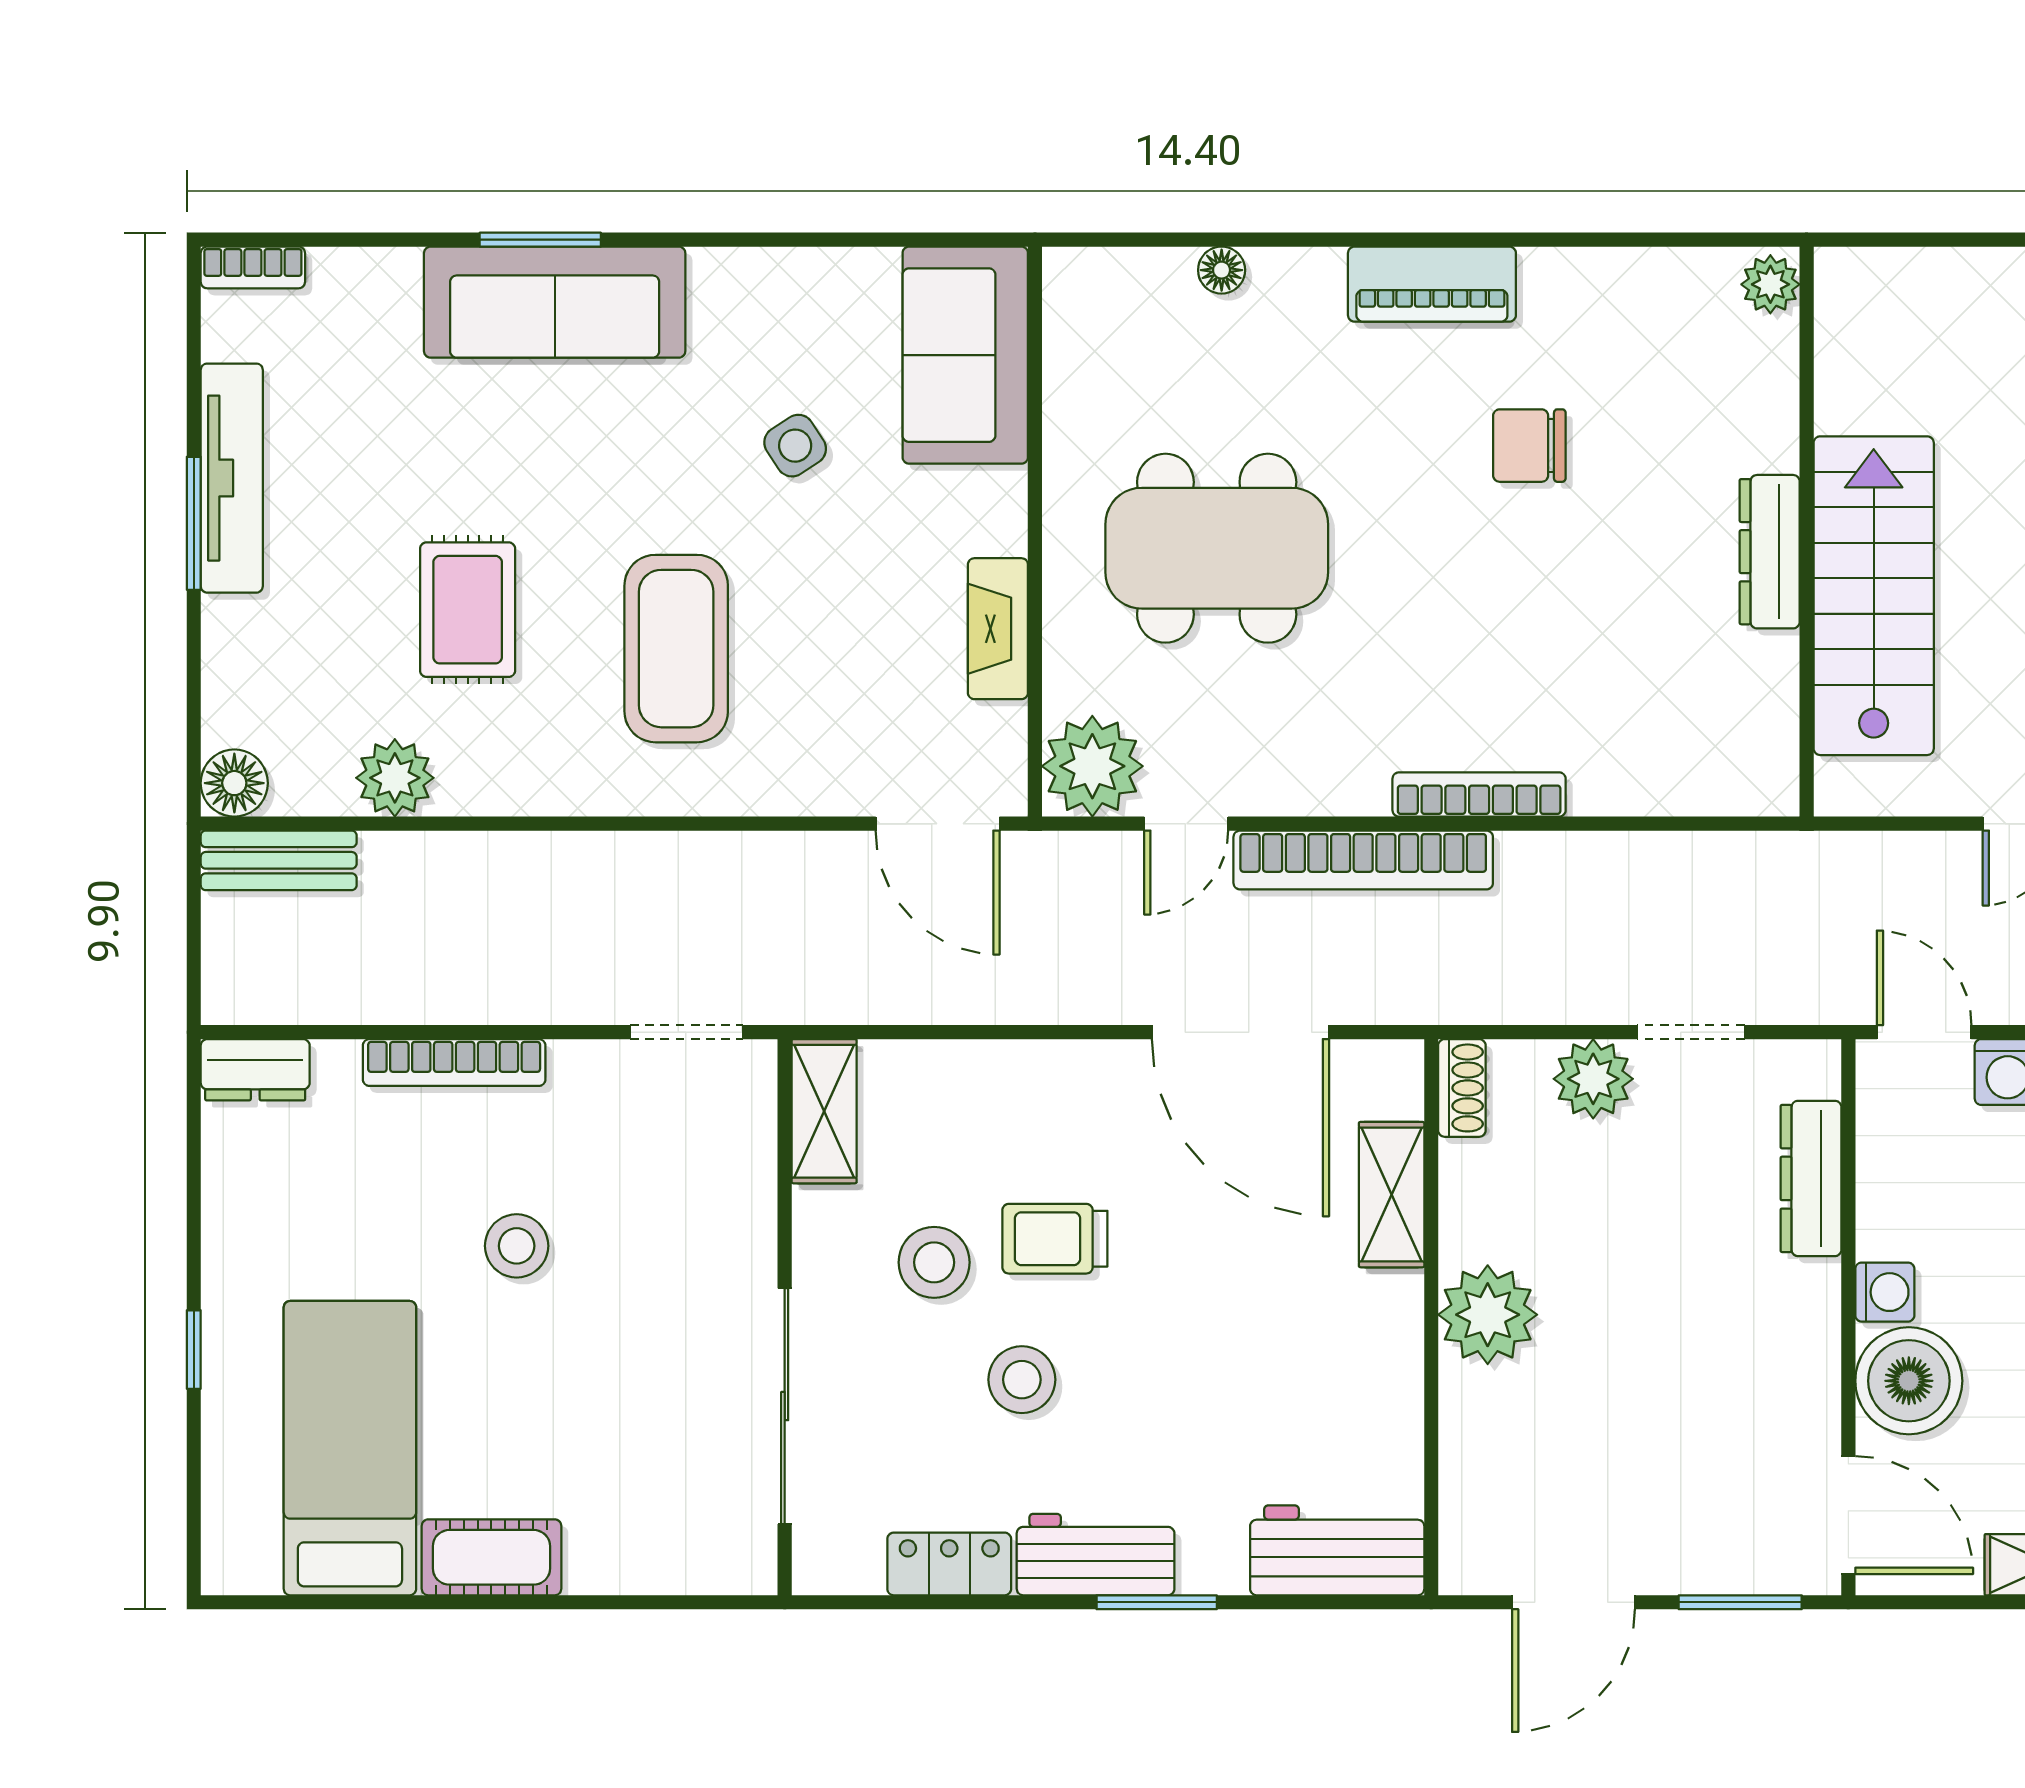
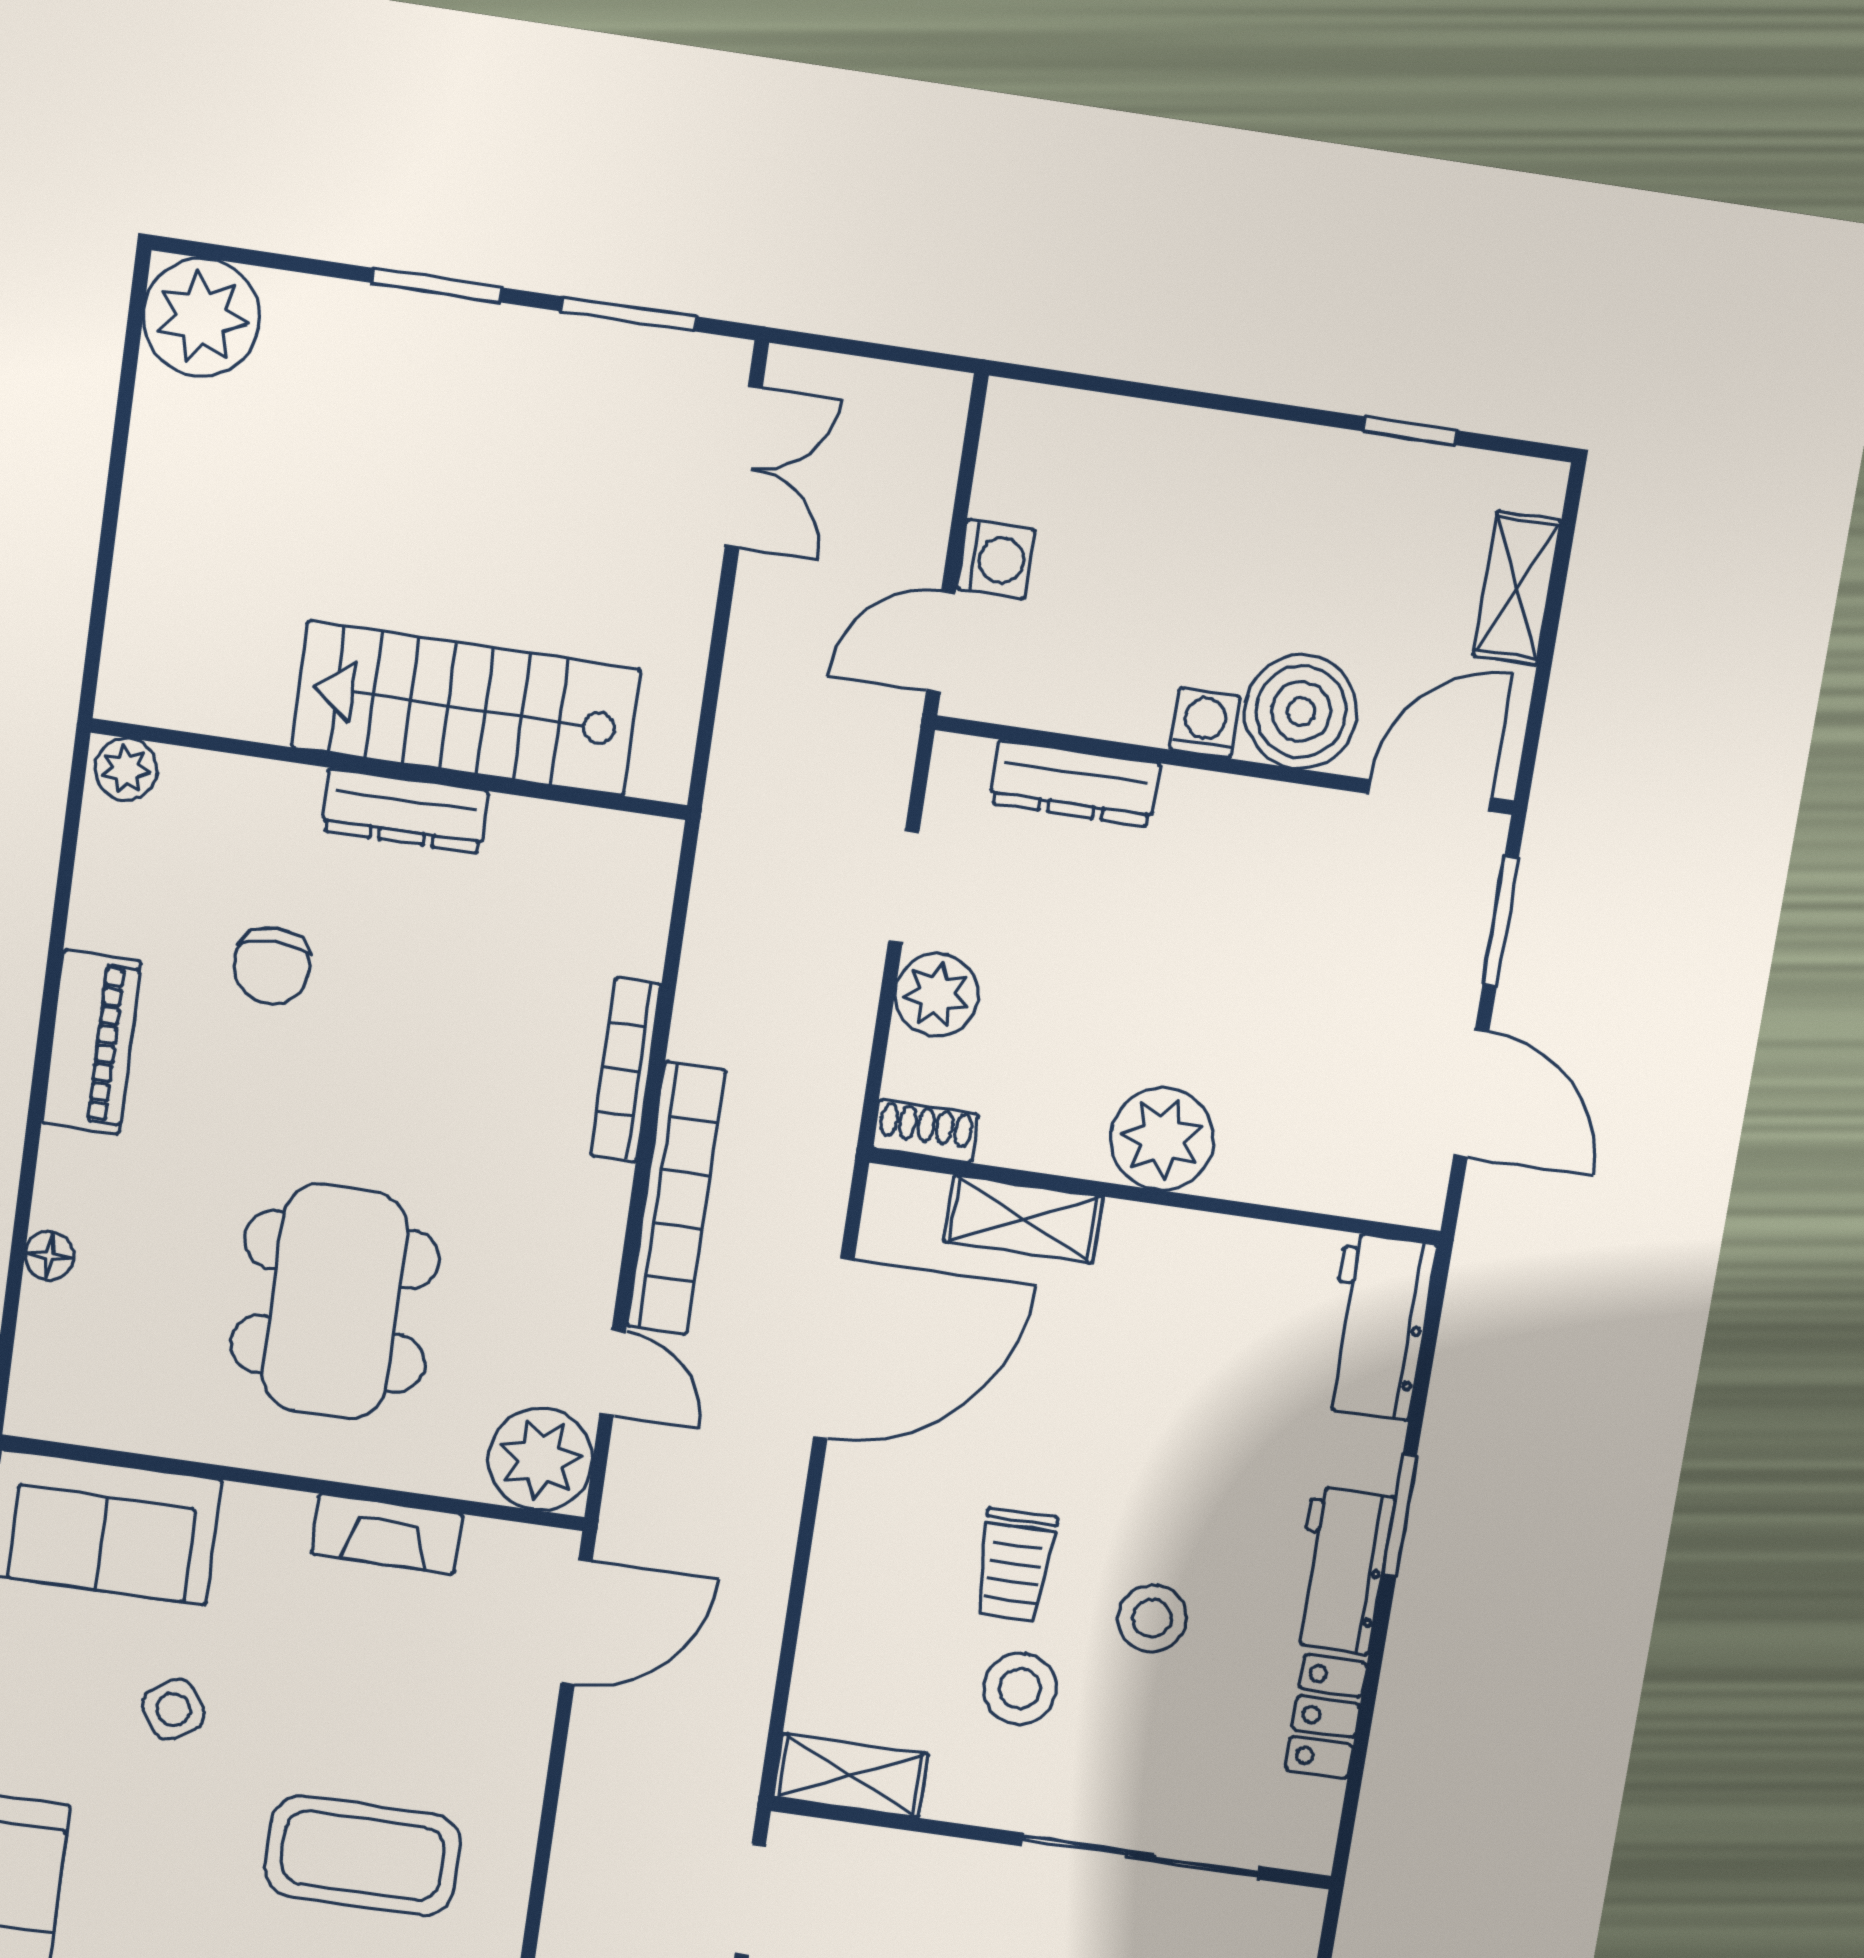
plant: (1770, 284) -> (126, 769), moved
wall: (1807, 532) -> (389, 769), moved
dresser: (1770, 552) -> (405, 811), moved
stairs: (1874, 596) -> (466, 708), moved

